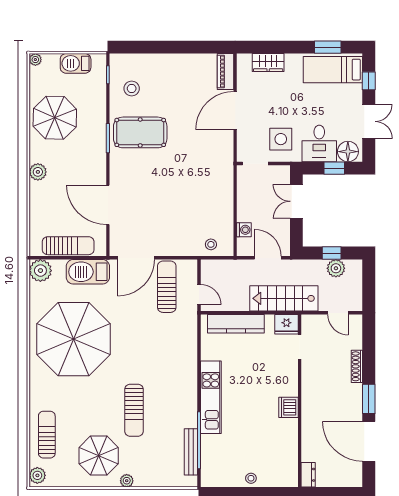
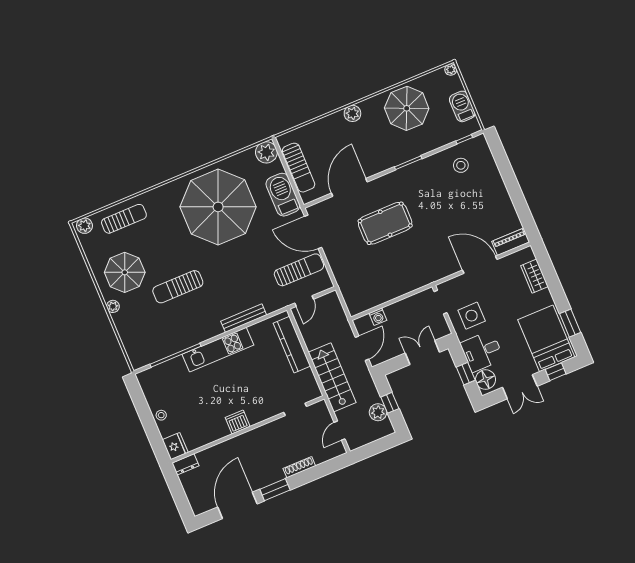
bed: (333, 70) -> (546, 338), width x1.50
pool table: (140, 132) -> (385, 223), moved, turned 90
stool: (211, 244) -> (353, 293), removed
fridge: (286, 324) -> (175, 446), moved, turned 180
bench: (191, 452) -> (244, 318), moved

